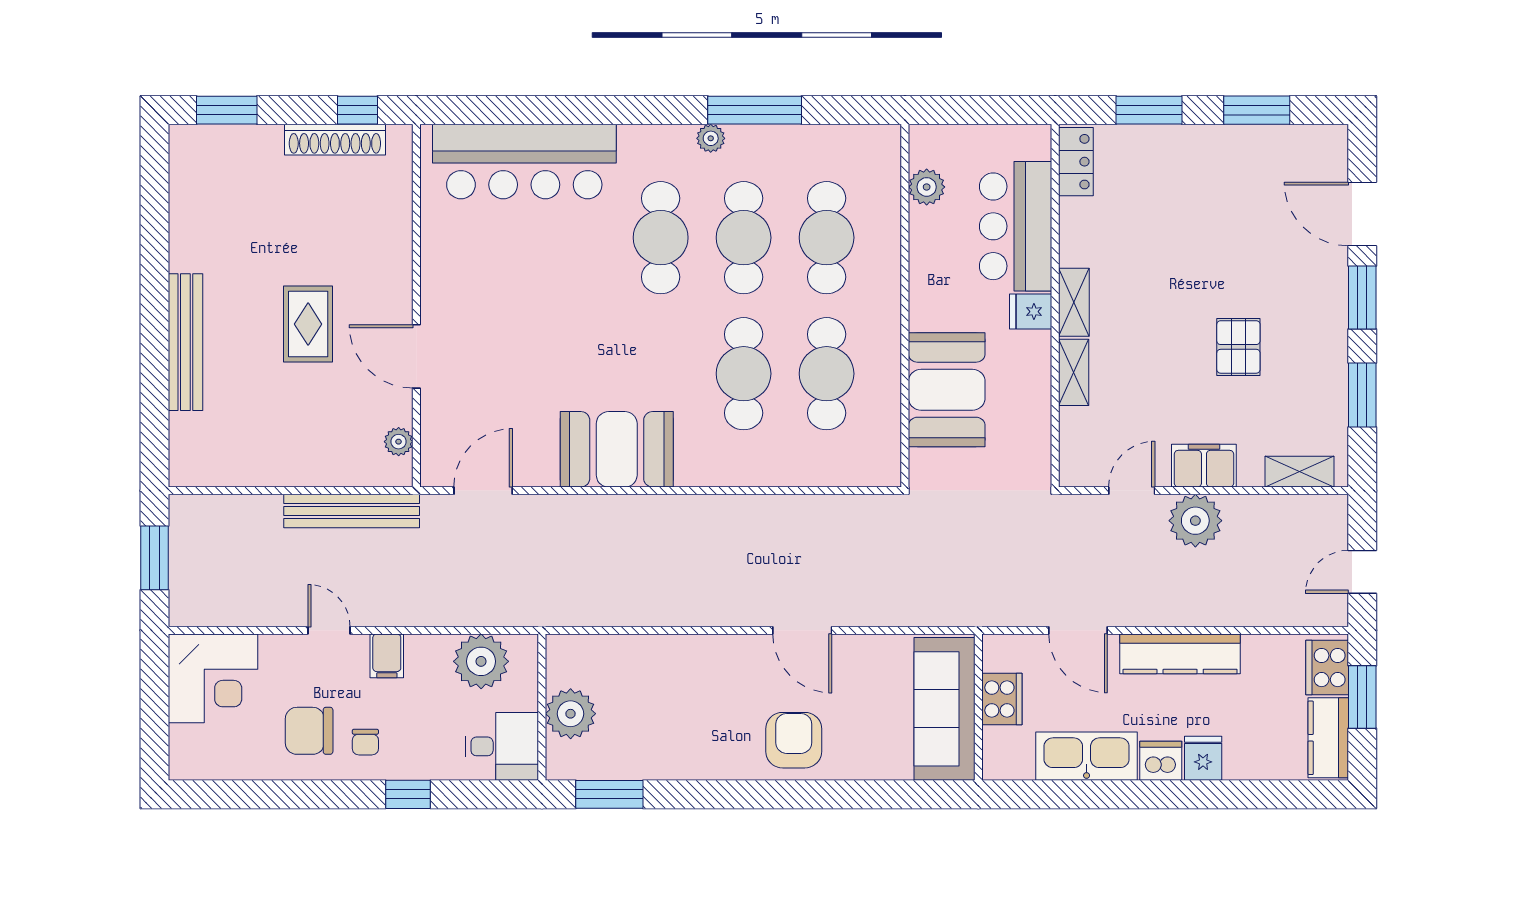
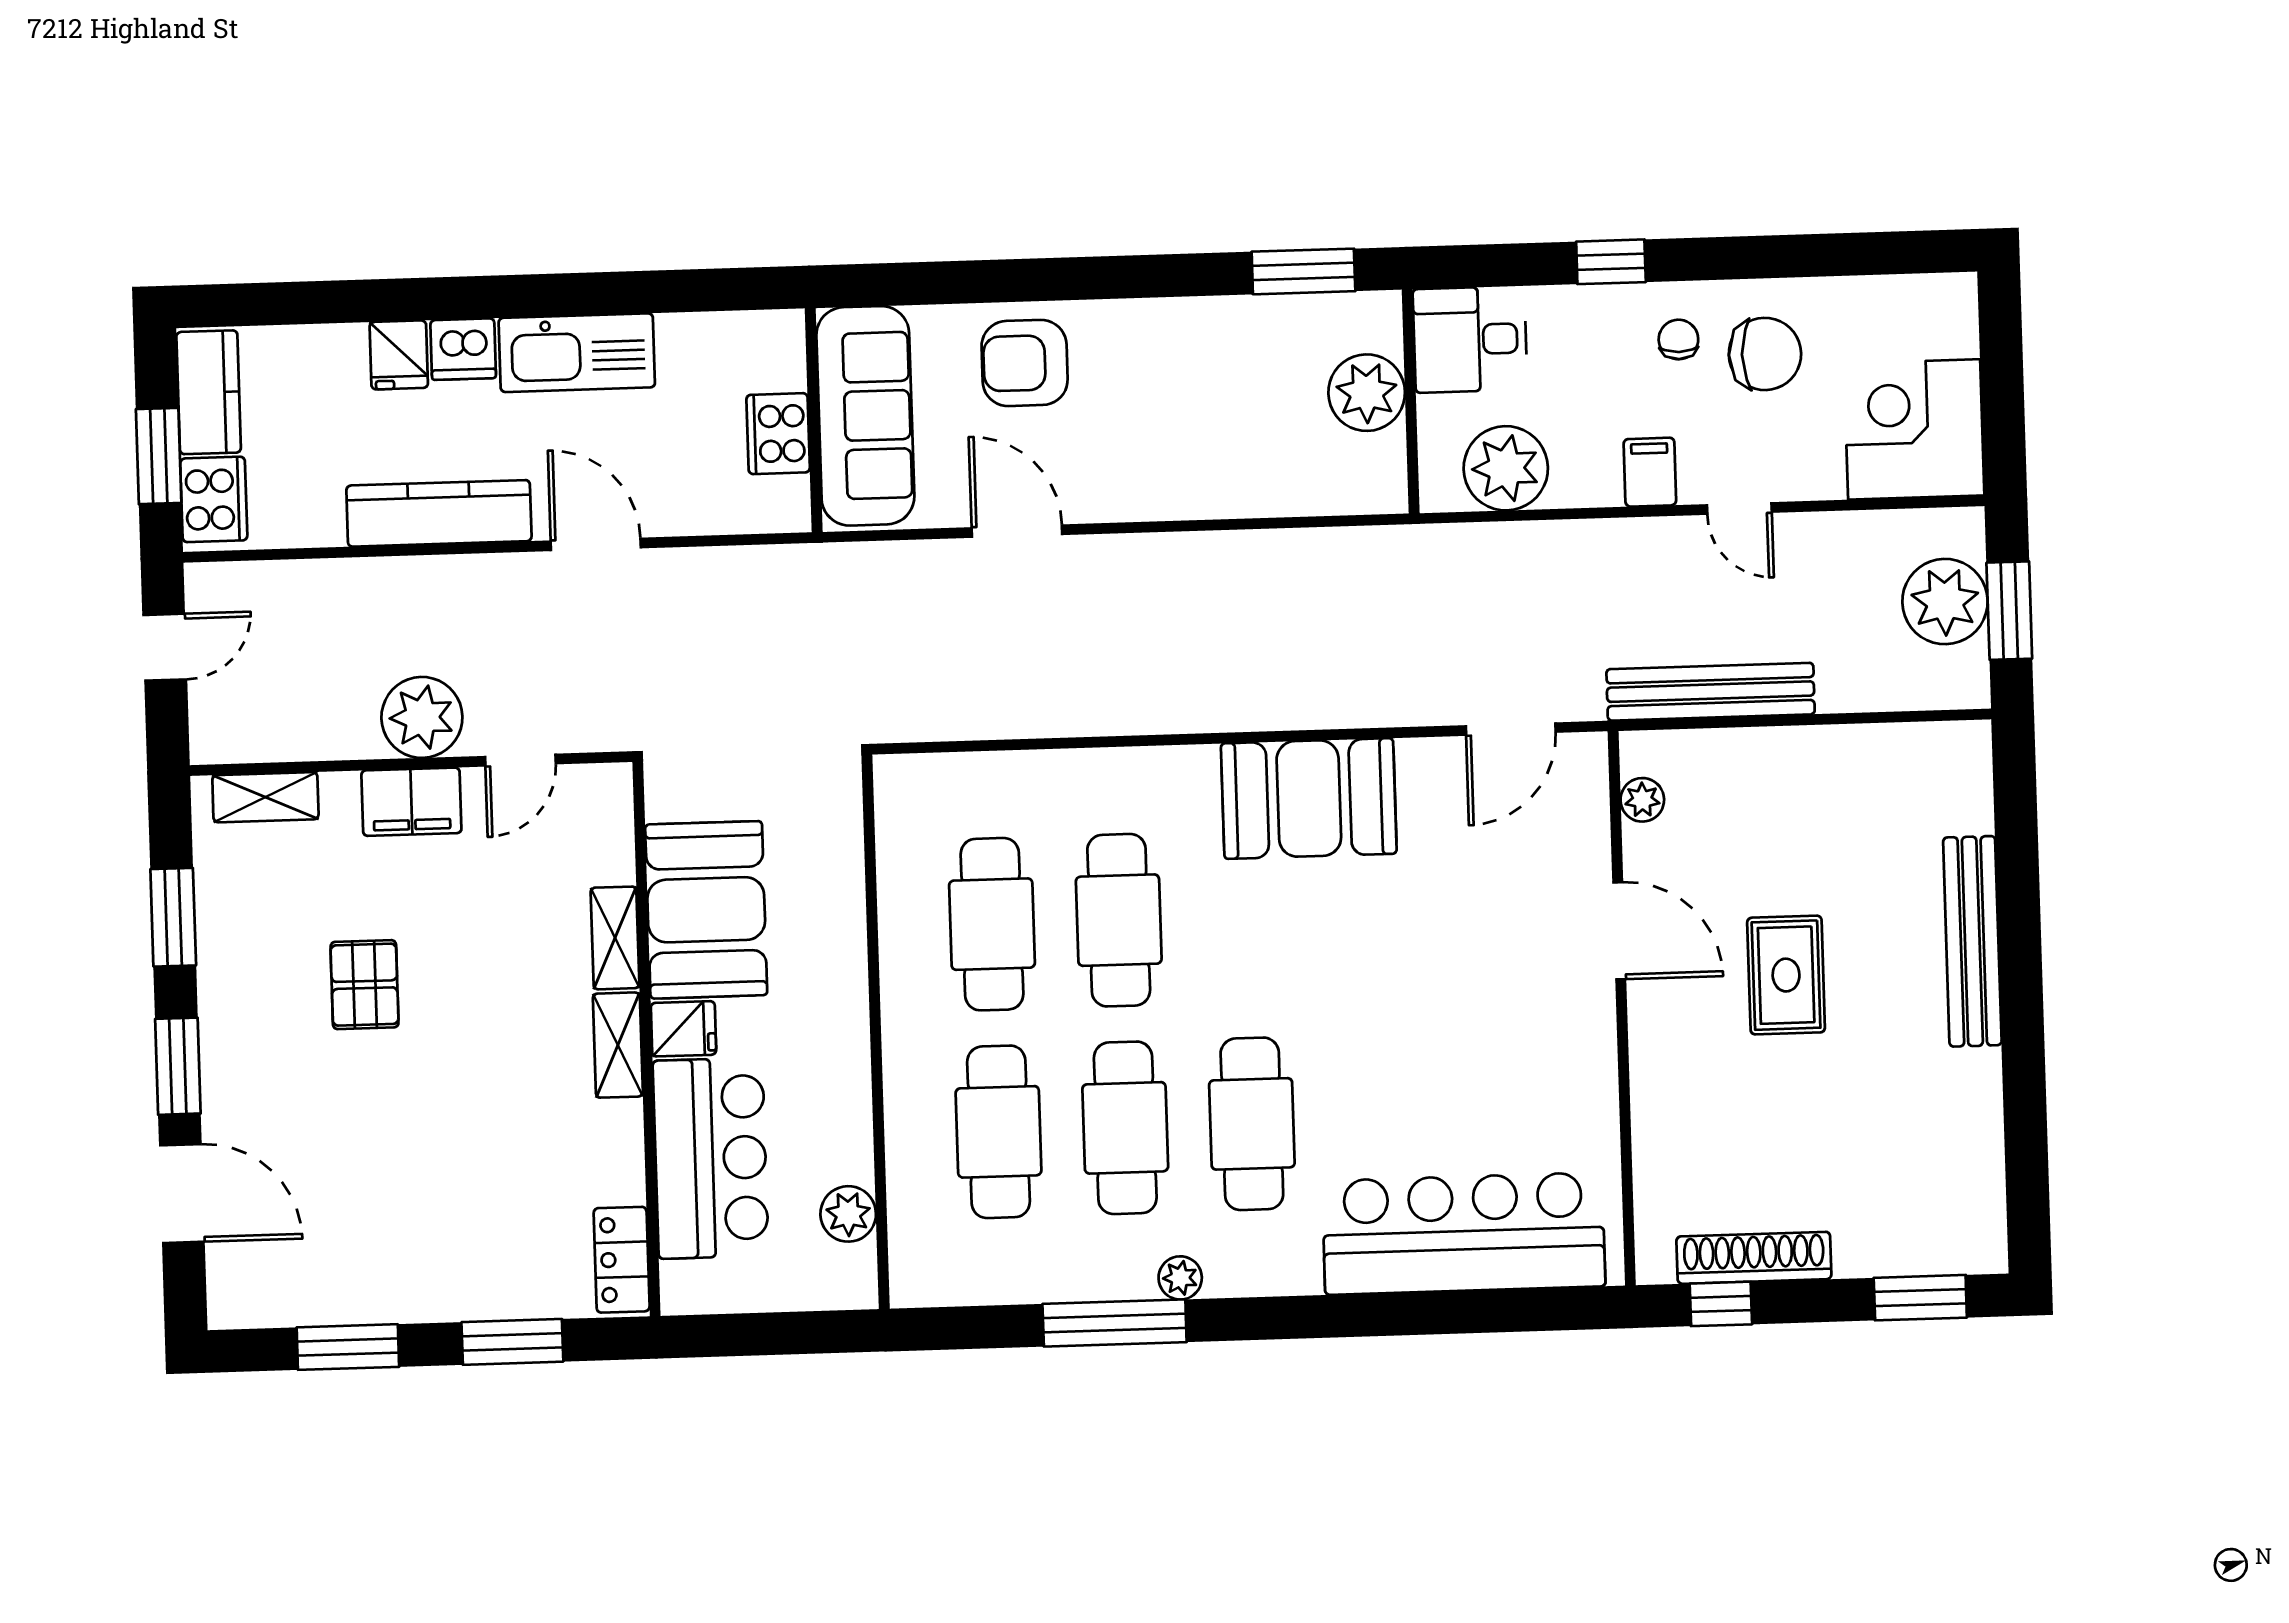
booth: (947, 390) -> (706, 910), moved
plant: (196, 565) -> (1945, 602), added
cooker: (1002, 699) -> (778, 434), moved
wall: (978, 707) -> (814, 420), moved
sofa: (944, 709) -> (865, 416), moved
armchair: (794, 740) -> (1025, 363), turned 90

